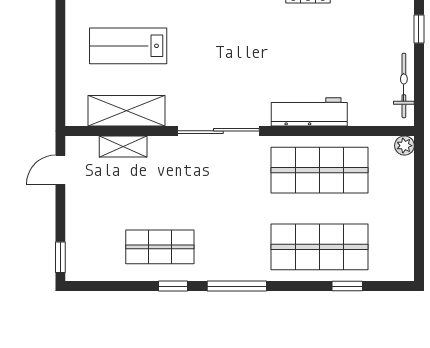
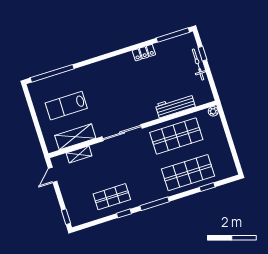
bicycle: (404, 86) -> (198, 65), moved
workbench: (309, 112) -> (175, 106), moved

